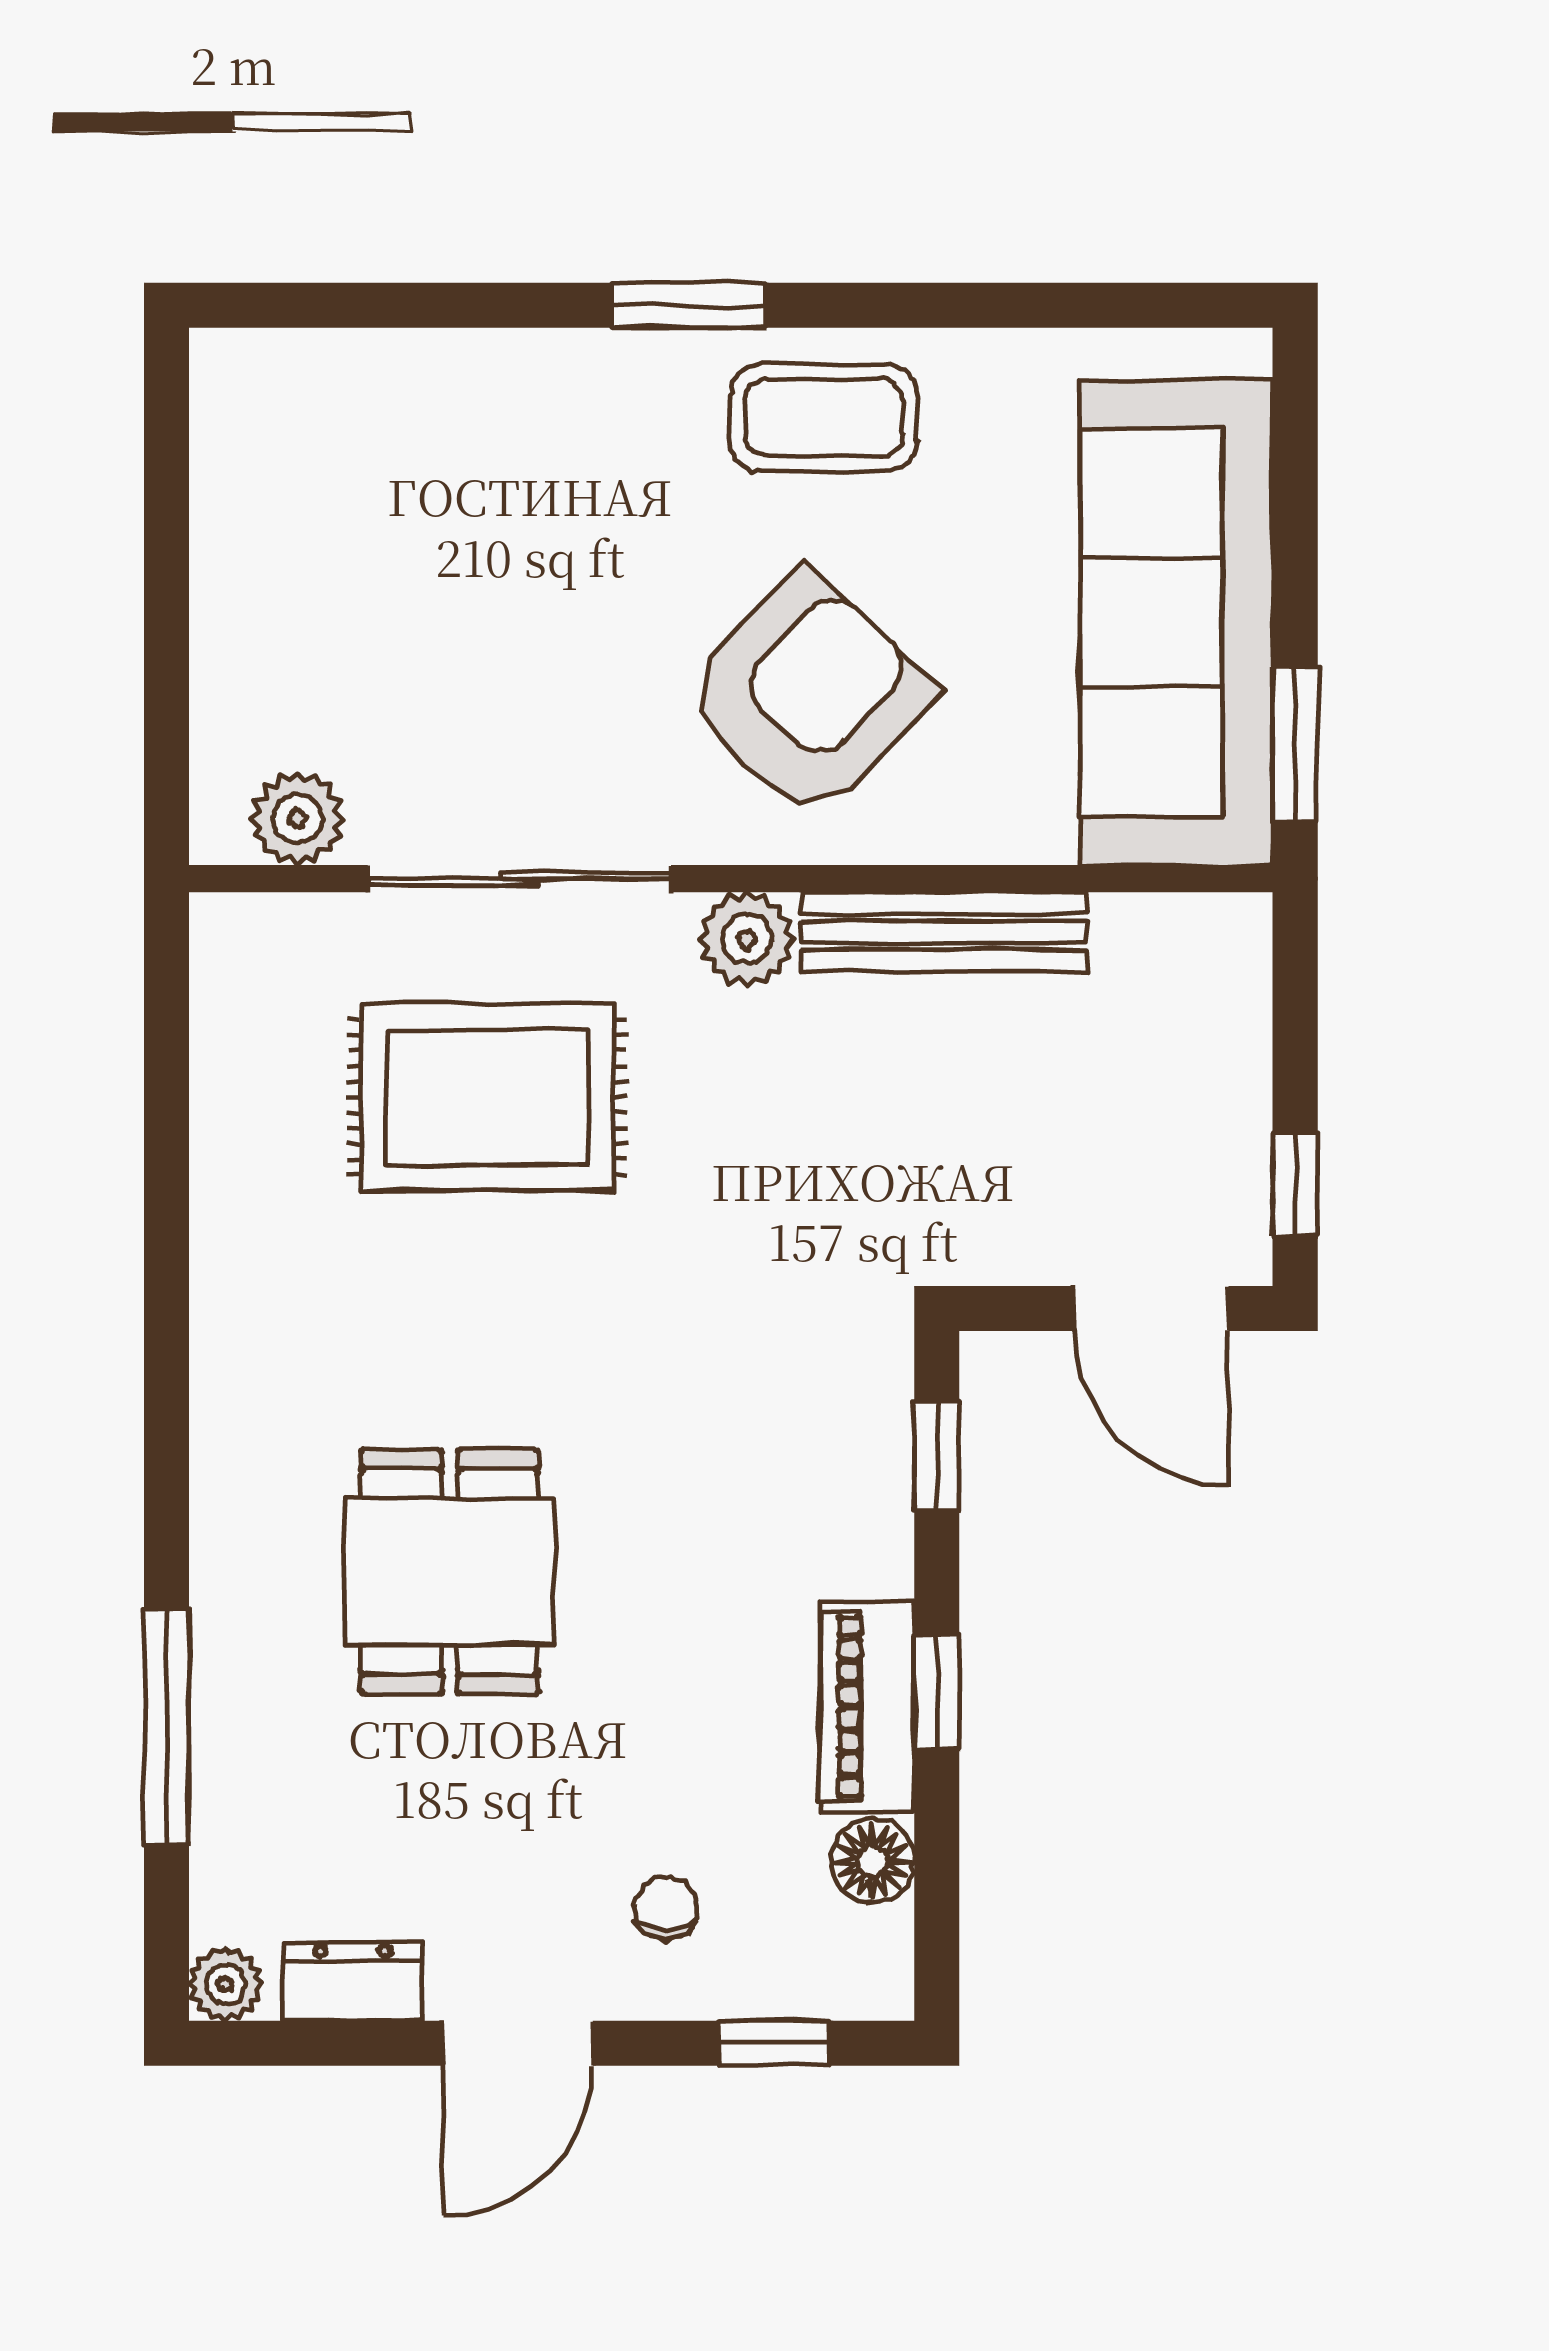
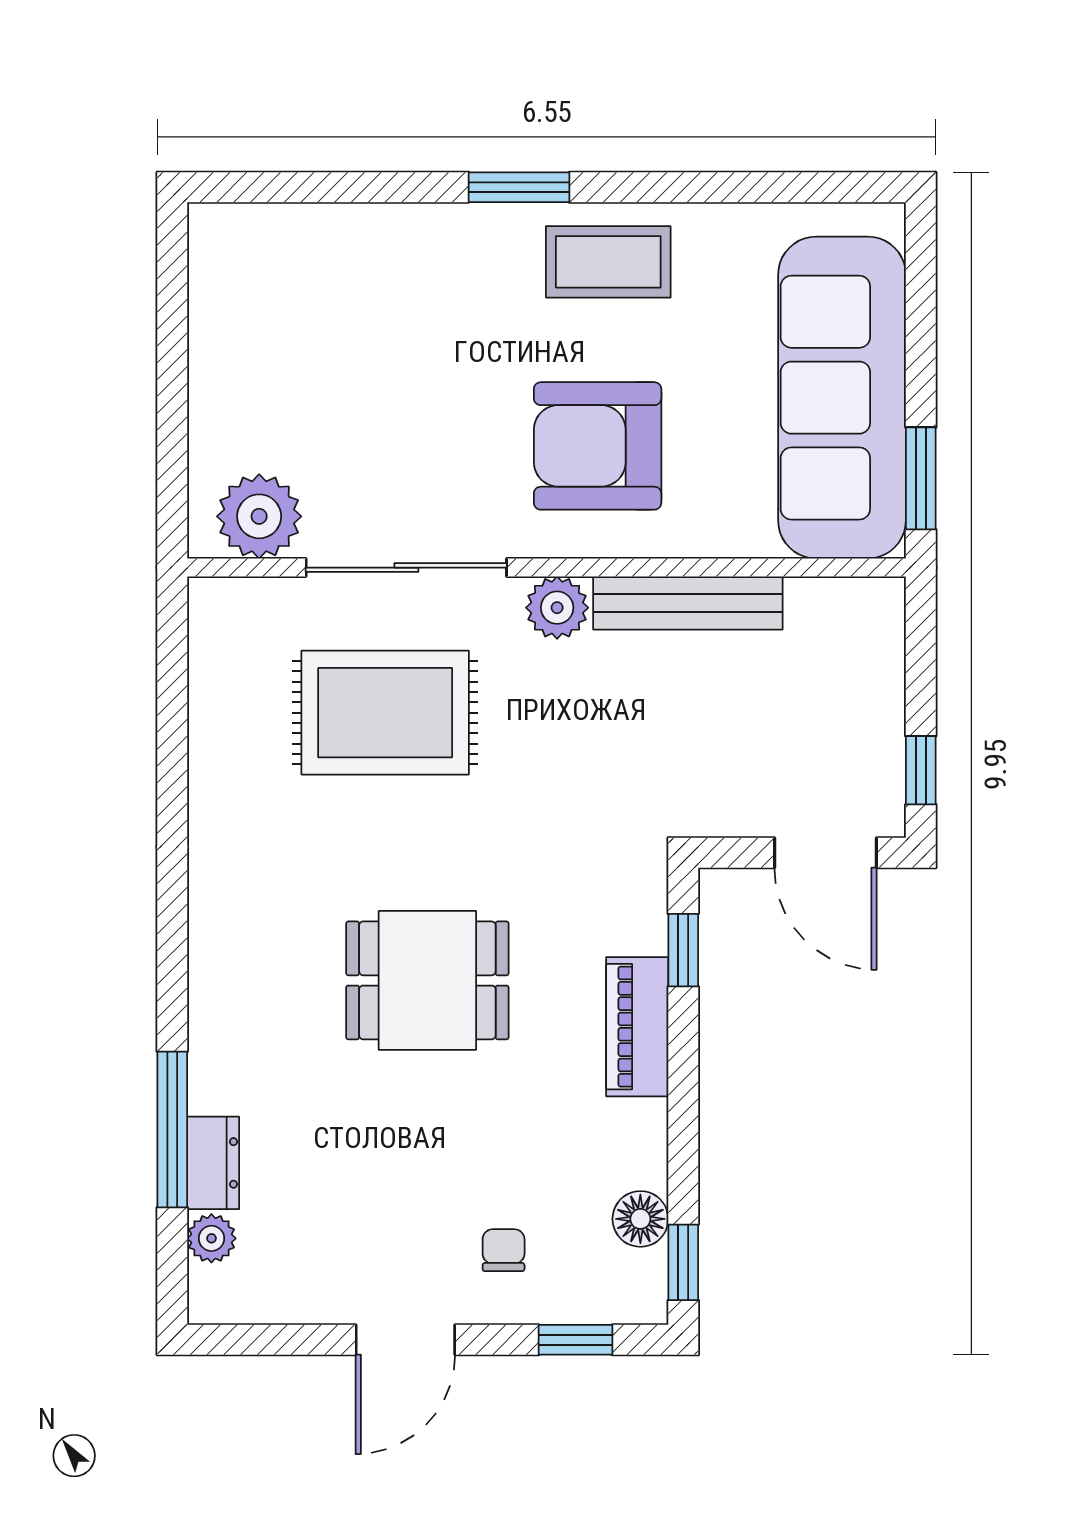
armchair: (808, 695) -> (598, 446), turned -133
plant: (297, 818) -> (259, 516), width x1.36, depth x1.36
dining table: (450, 1572) -> (427, 980), moved, turned 90
window: (937, 1692) -> (683, 1262), moved
piano: (867, 1707) -> (637, 1027), moved
dresser: (353, 1982) -> (213, 1163), moved, turned 90
plant: (226, 1984) -> (211, 1238), moved

